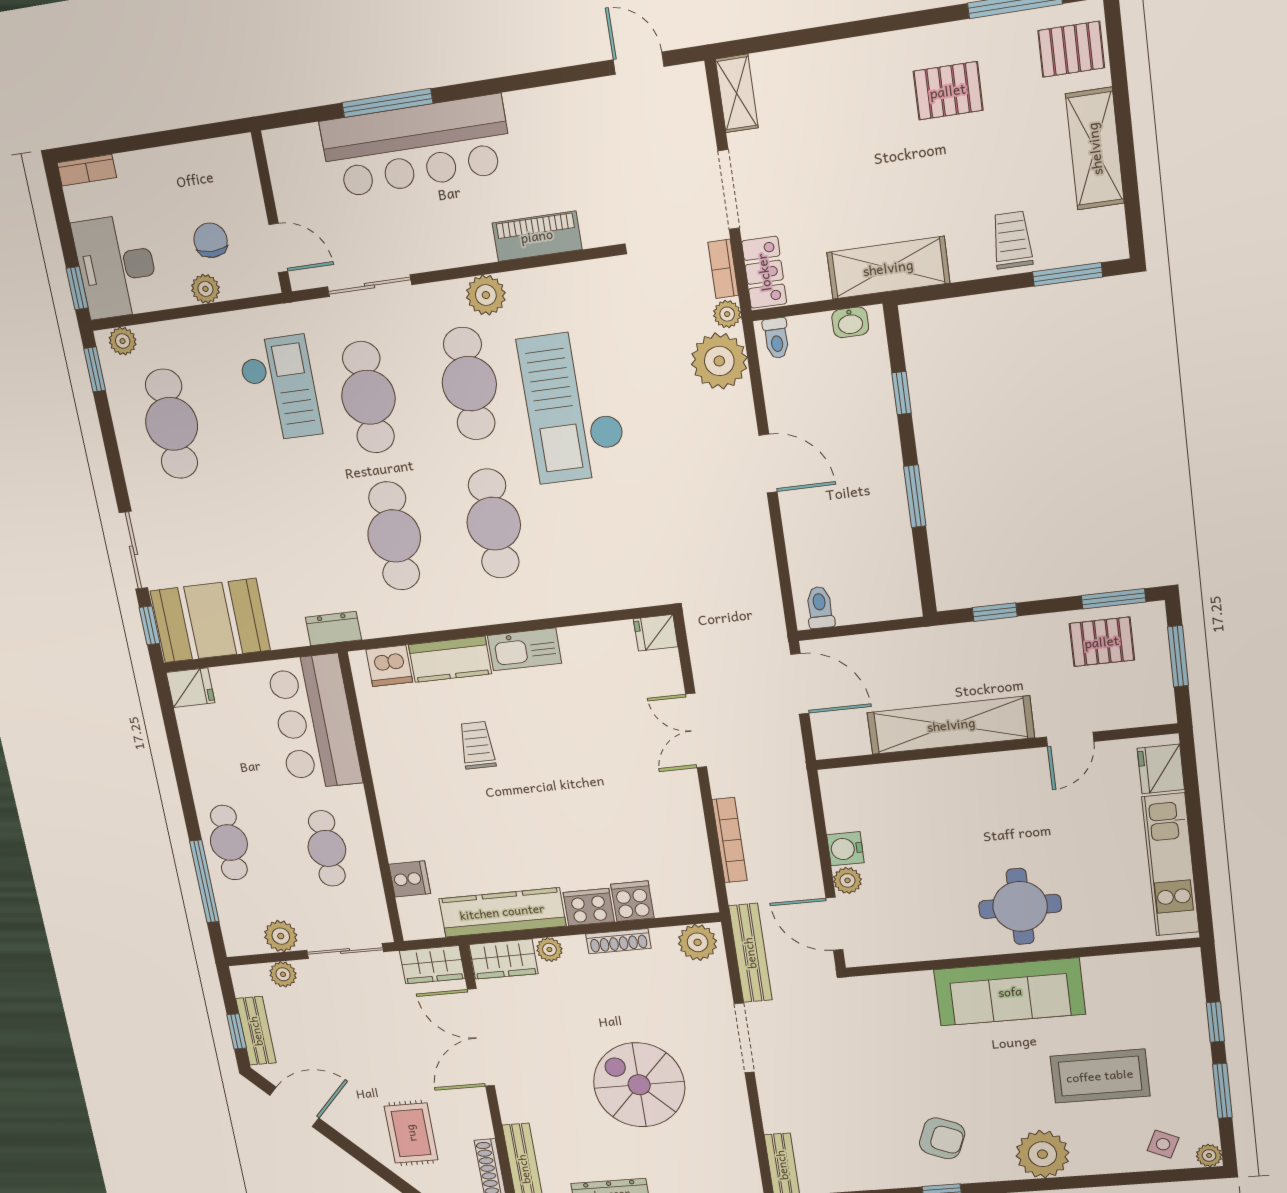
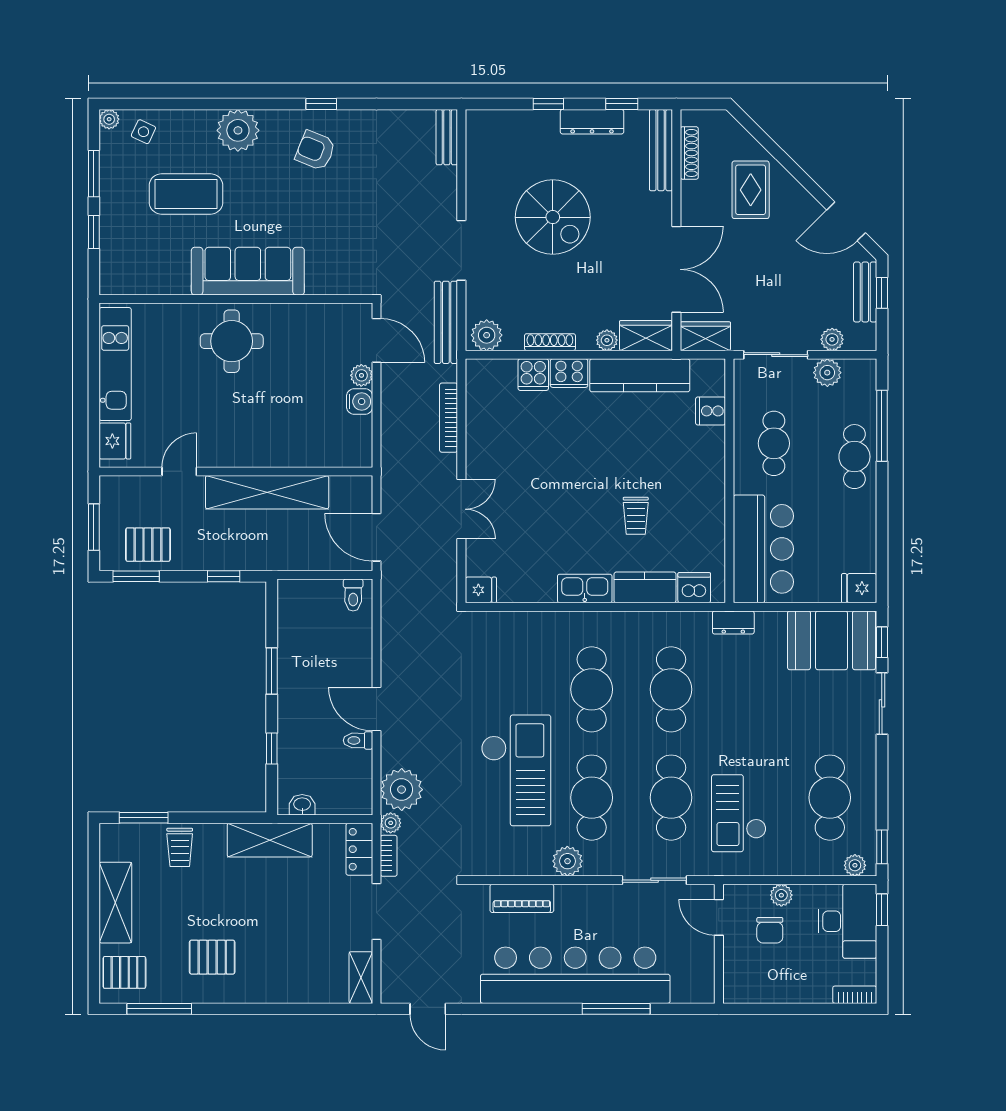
bar counter: (416, 146) -> (575, 975), width x1.36
toilet: (776, 338) -> (358, 740), moved, turned -90

